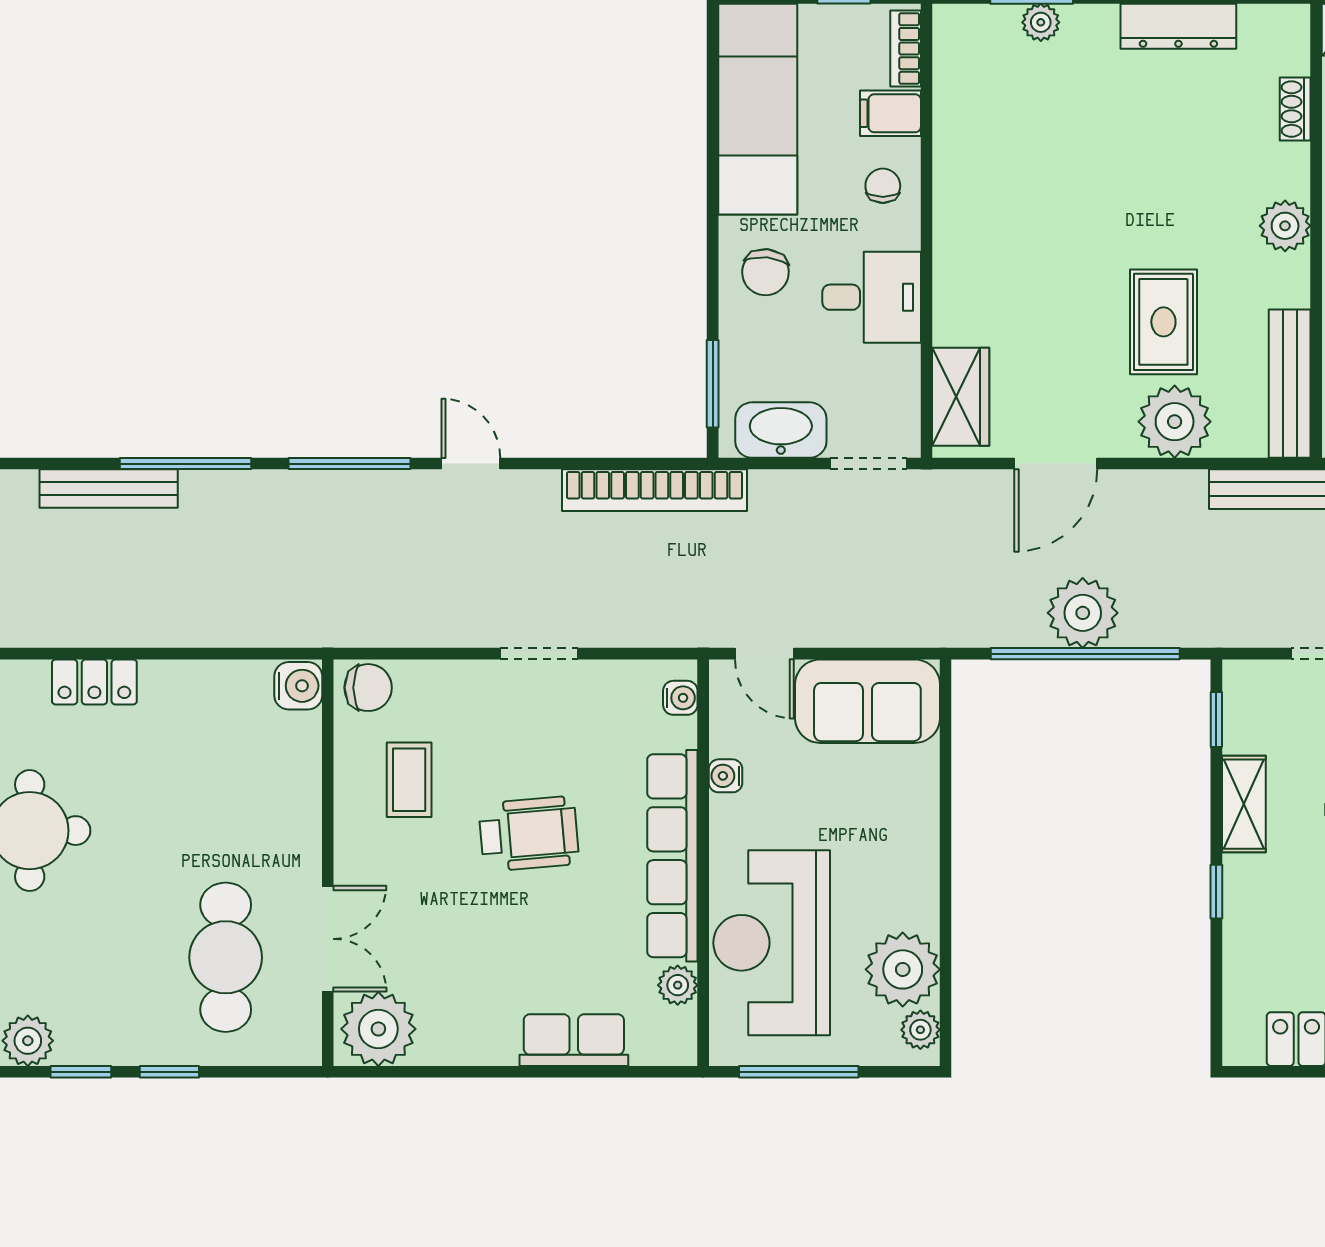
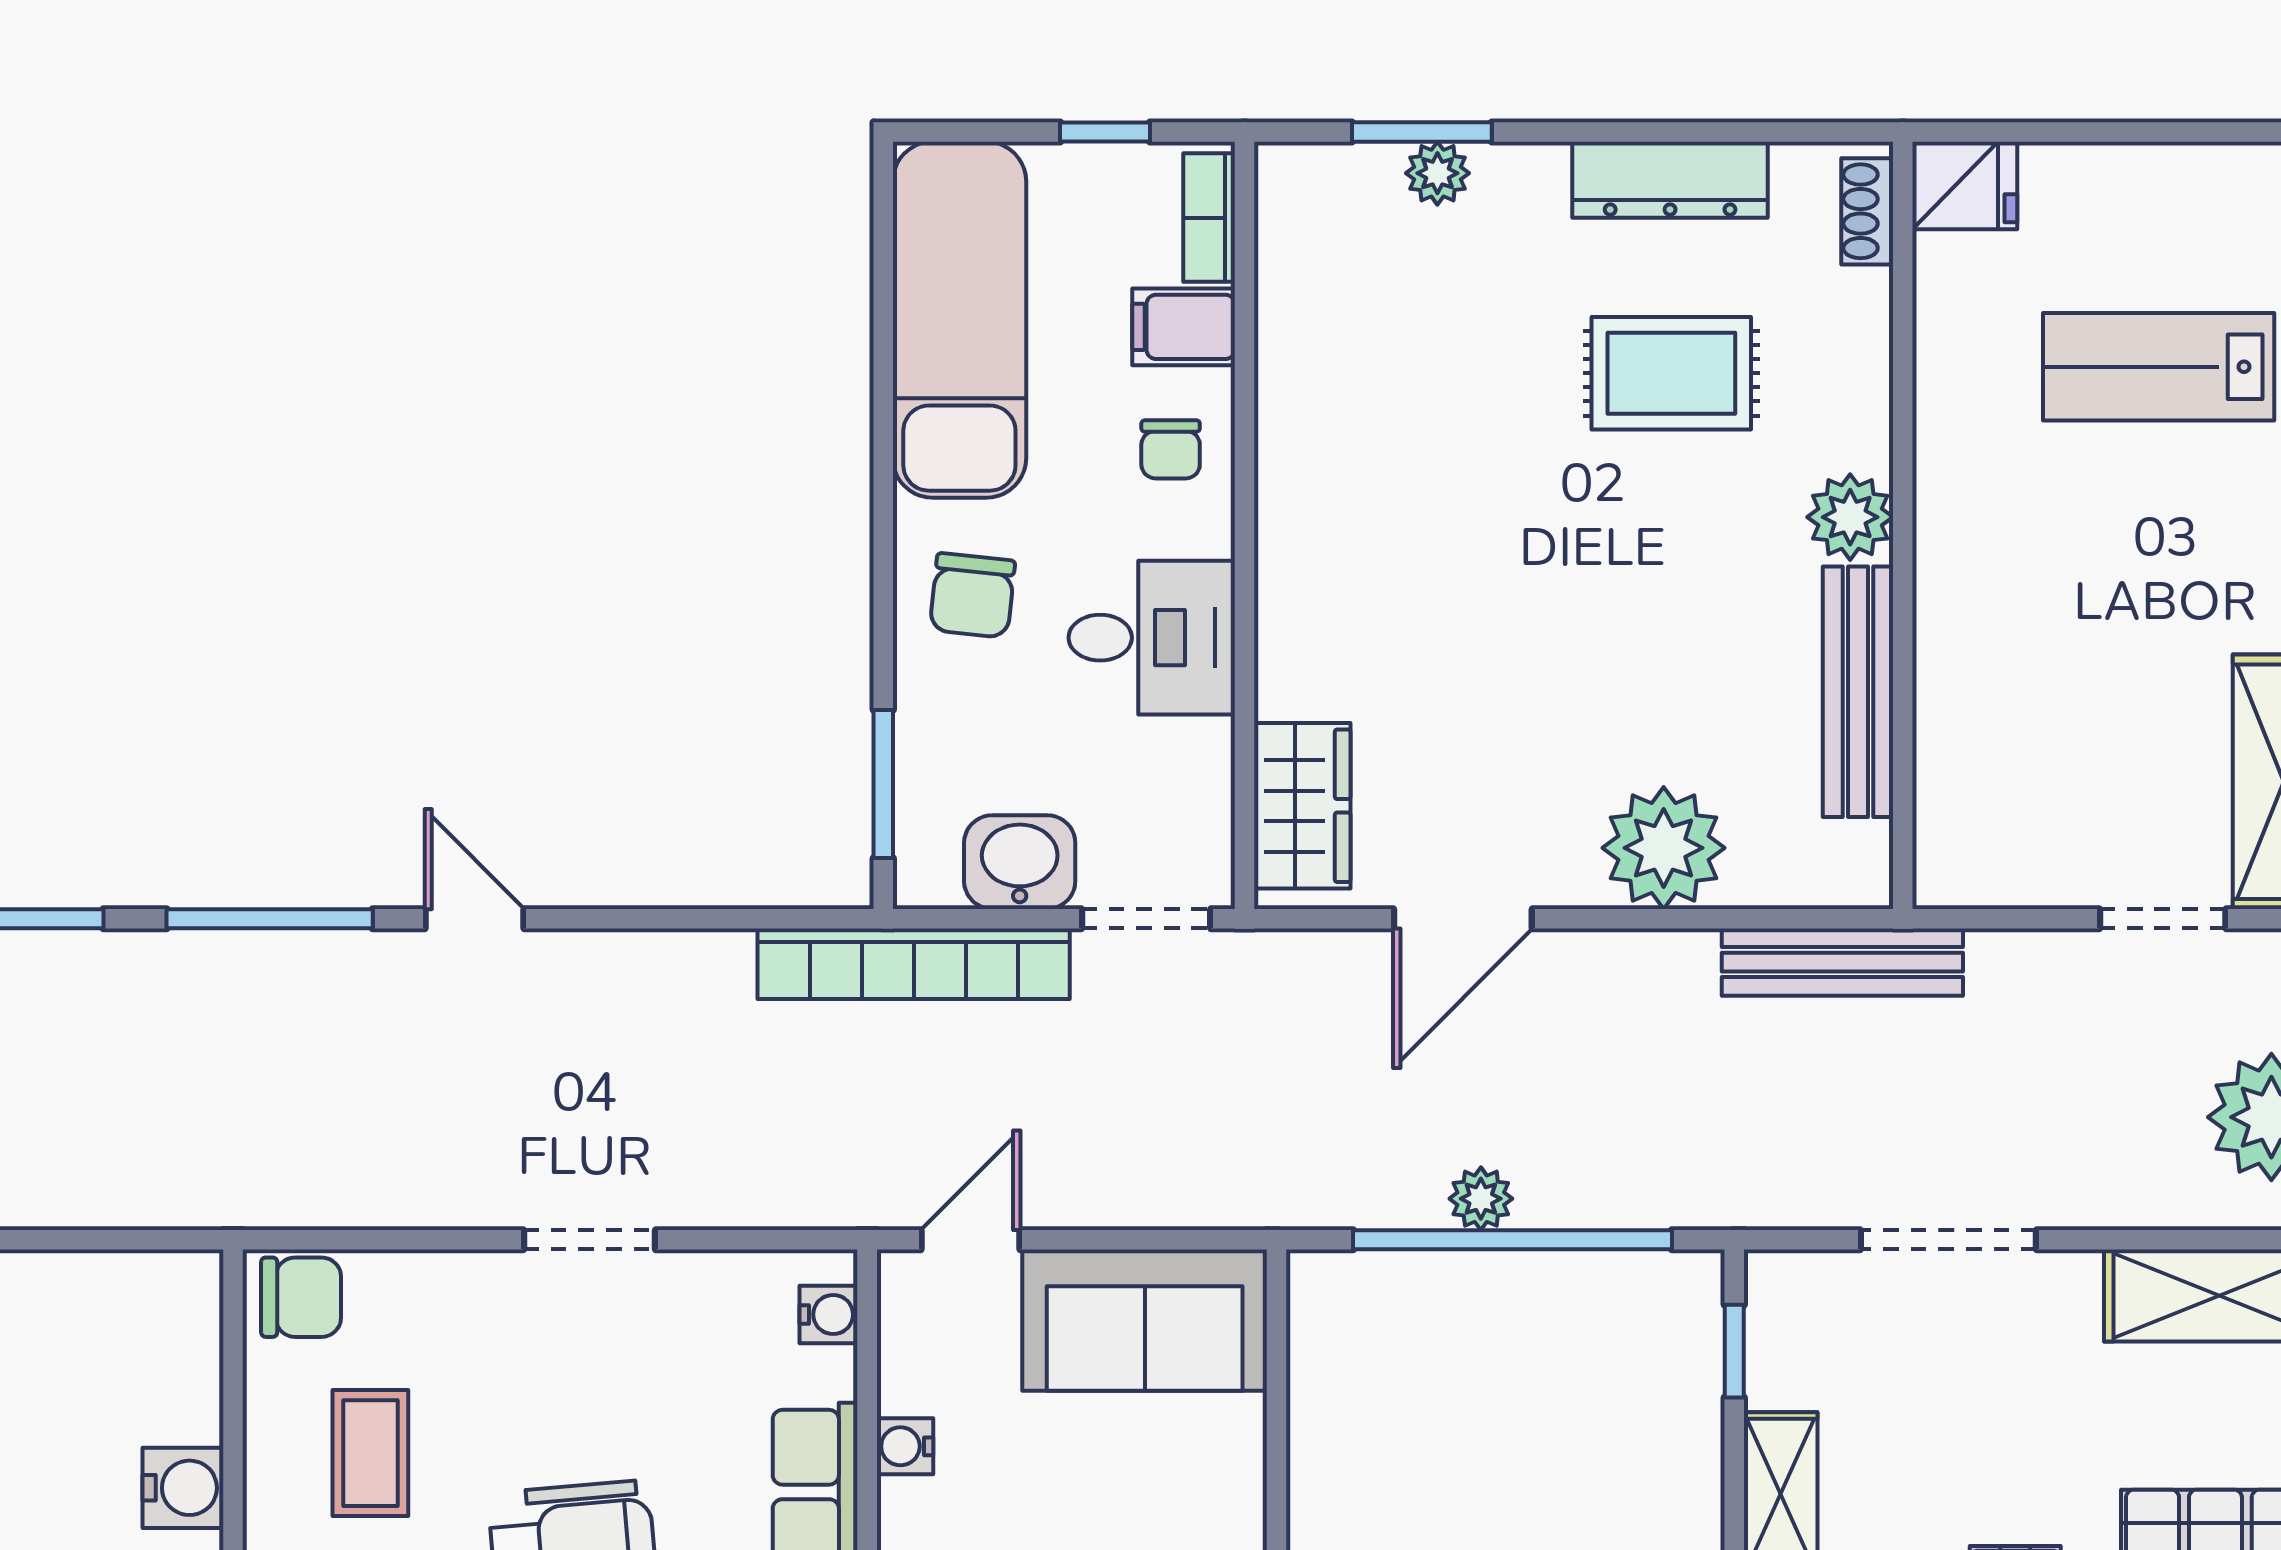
shoe rack: (1295, 109) -> (1867, 211), moved
chair: (883, 186) -> (1171, 449), turned 180
rug: (1163, 322) -> (1671, 373), moved, turned 90
bench: (1290, 384) -> (1858, 692), moved
washbasin: (781, 430) -> (1020, 862), width x0.72
bookcase: (654, 490) -> (914, 964), moved
plant: (1083, 613) -> (1481, 1199), width x0.53, depth x0.53
door: (764, 654) -> (970, 1240), swing flipped
water cooler: (298, 686) -> (183, 1488), moved

